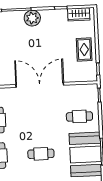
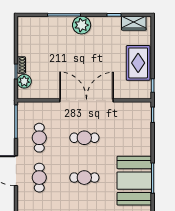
rug: (84, 50) -> (138, 63), width x1.36, depth x1.43
cafe table: (79, 116) -> (84, 138), moved

